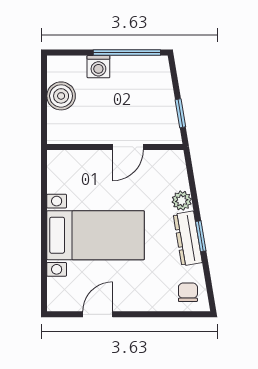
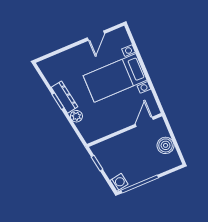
washing machine: (98, 67) -> (119, 182), moved, turned 81
door: (128, 147) -> (144, 122), moved
chair: (188, 292) -> (52, 68), removed

